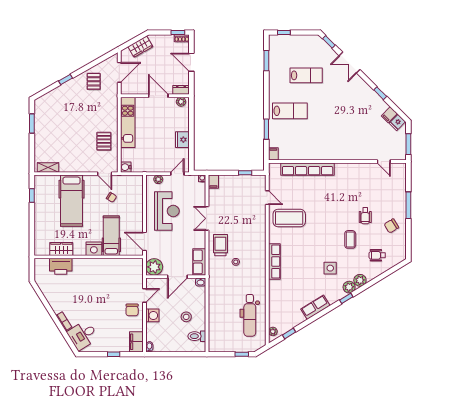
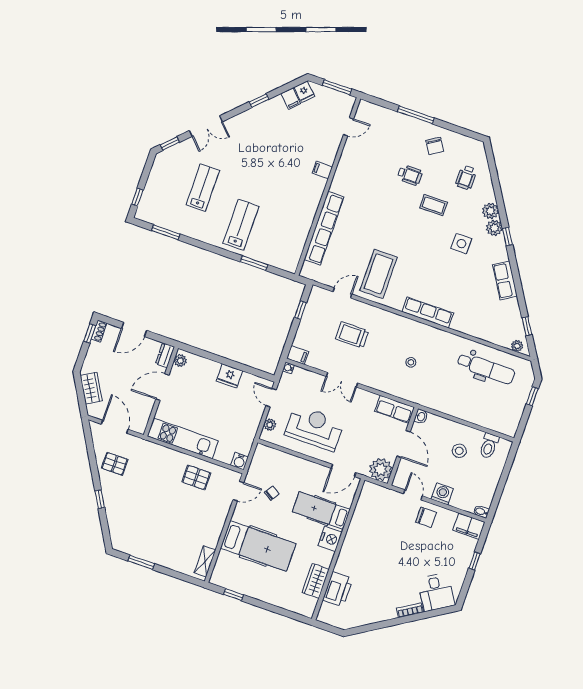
filing cabinet: (273, 154) -> (322, 170), moved
trolley: (220, 245) -> (352, 335), moved

